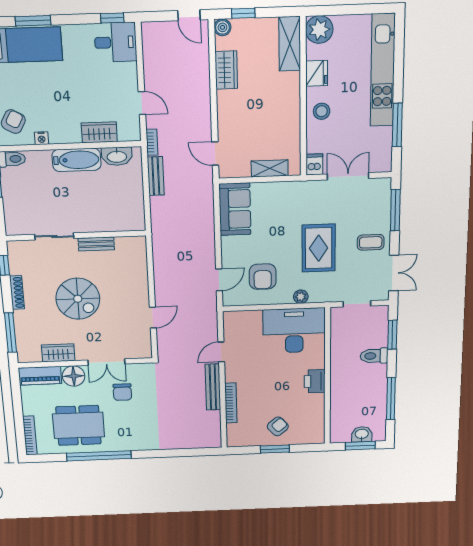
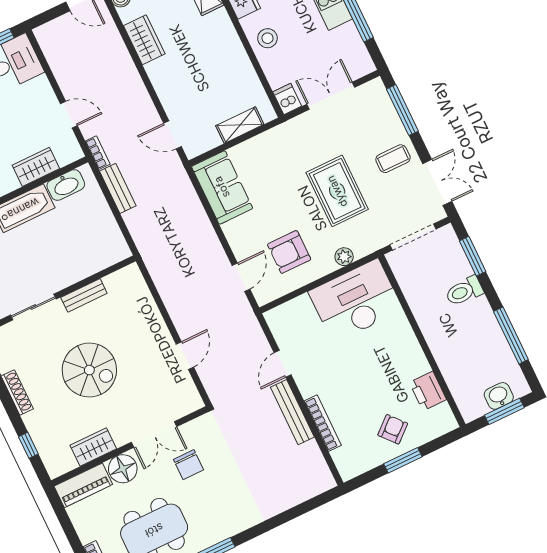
armchair: (263, 277) -> (289, 252), turned 90
doorway: (357, 304) -> (413, 237), width x1.38
window: (11, 333) -> (28, 445), width x0.46
printer: (315, 381) -> (428, 391), moved

